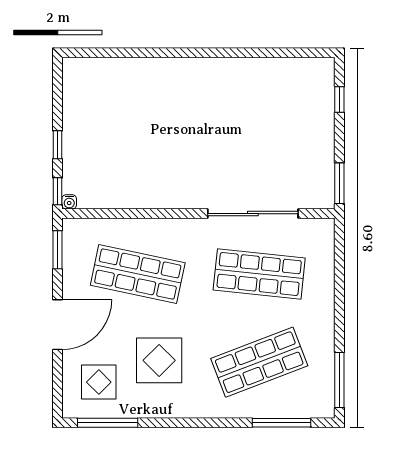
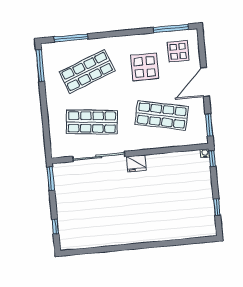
window: (58, 145) -> (217, 207), moved
fridge: (189, 196) -> (136, 163), added

